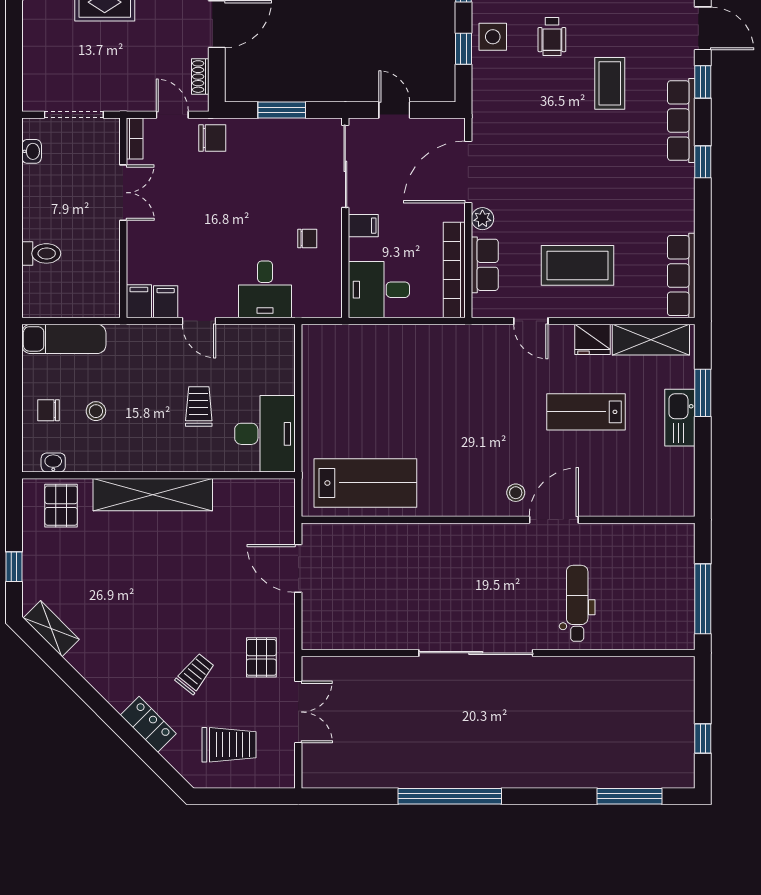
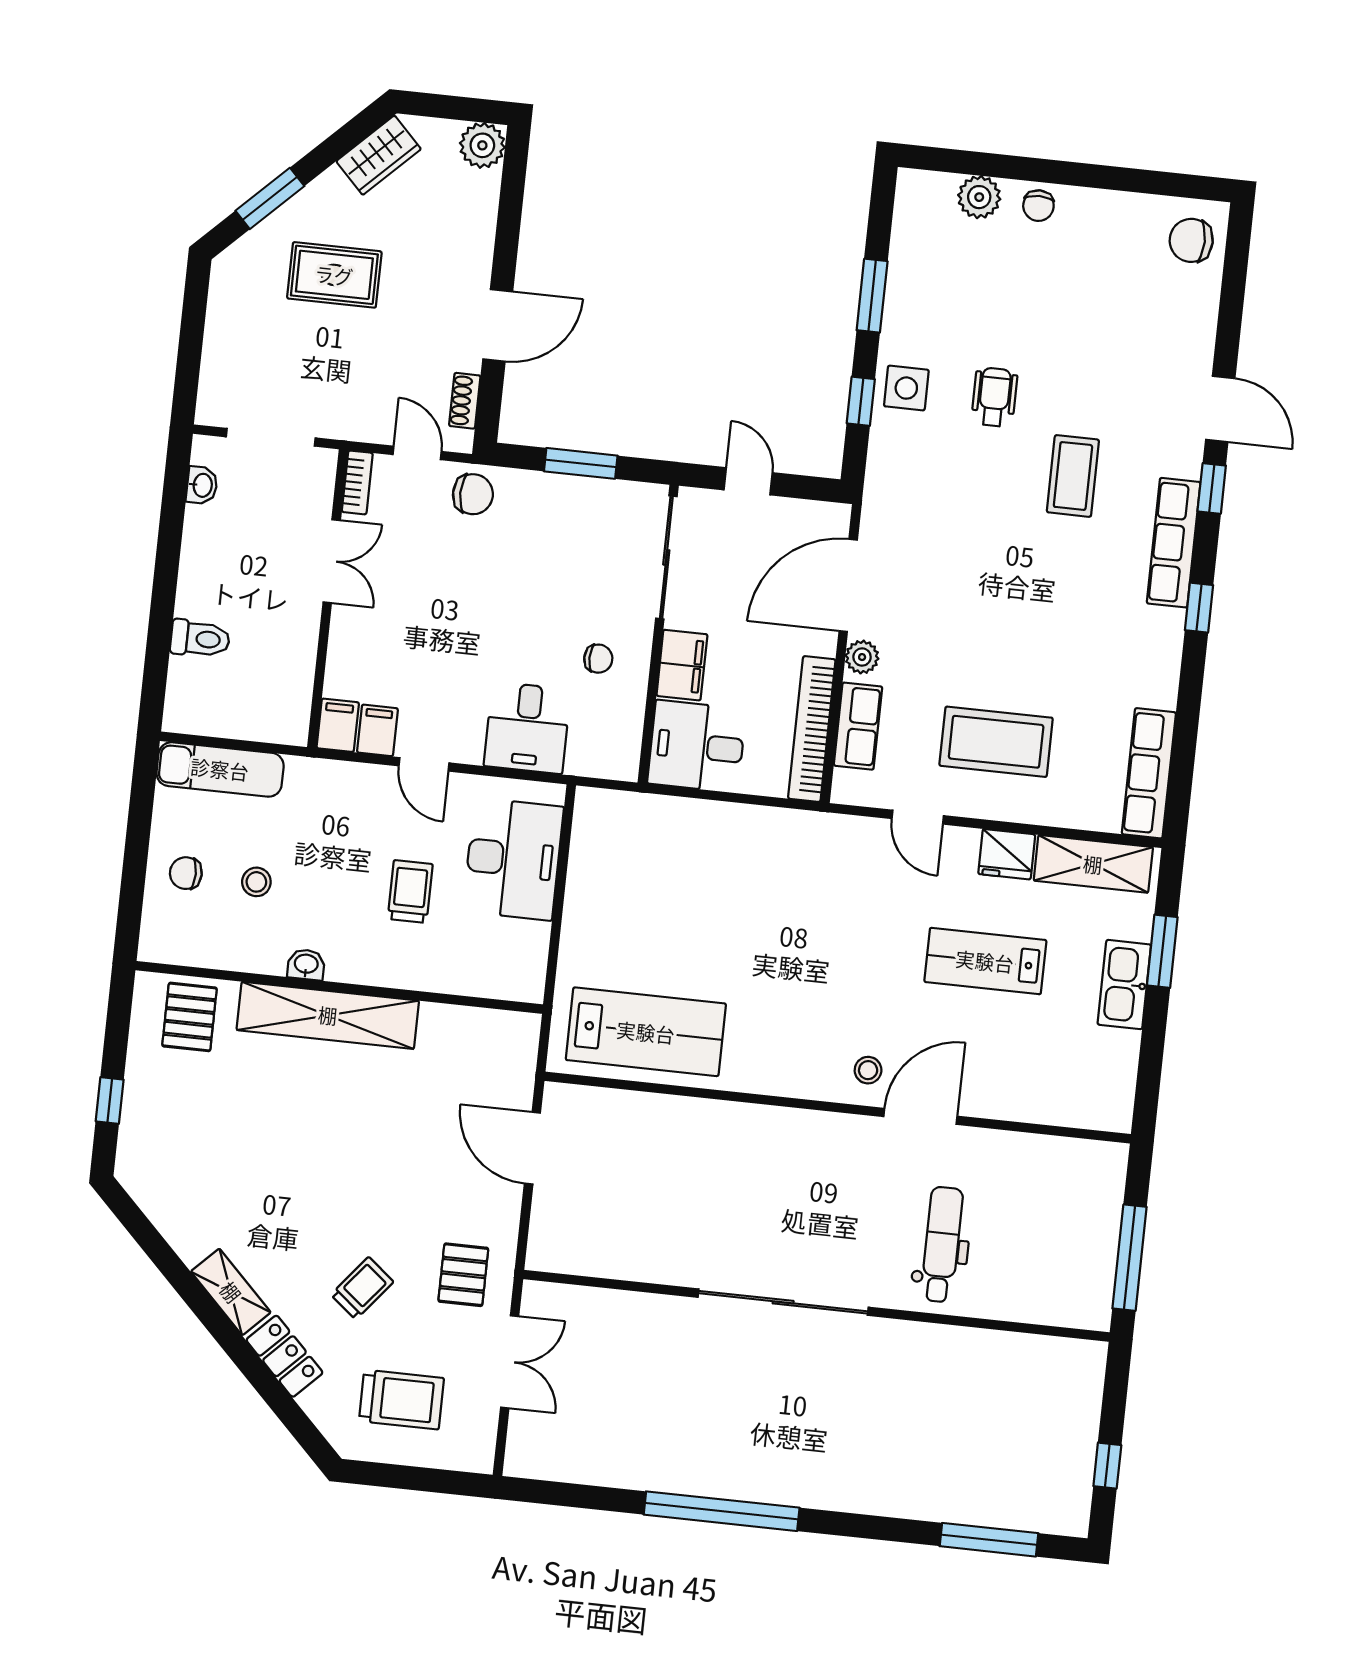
wheelchair: (552, 37) -> (994, 397), turned 180
filing cabinet: (363, 226) -> (682, 665), width x2.00
desk: (265, 434) -> (513, 859), moved
washbasin: (53, 462) -> (306, 965), moved
shelving: (51, 629) -> (231, 1292), moved

